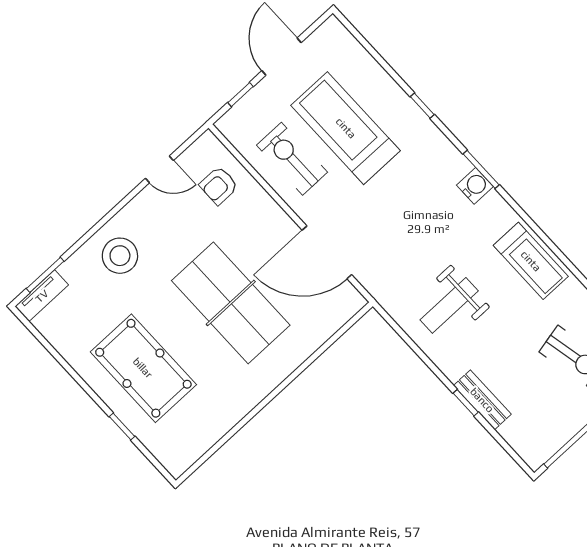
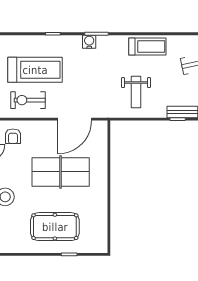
treadmill: (346, 128) -> (35, 70), turned 180
water cooler: (475, 186) -> (89, 42), moved

